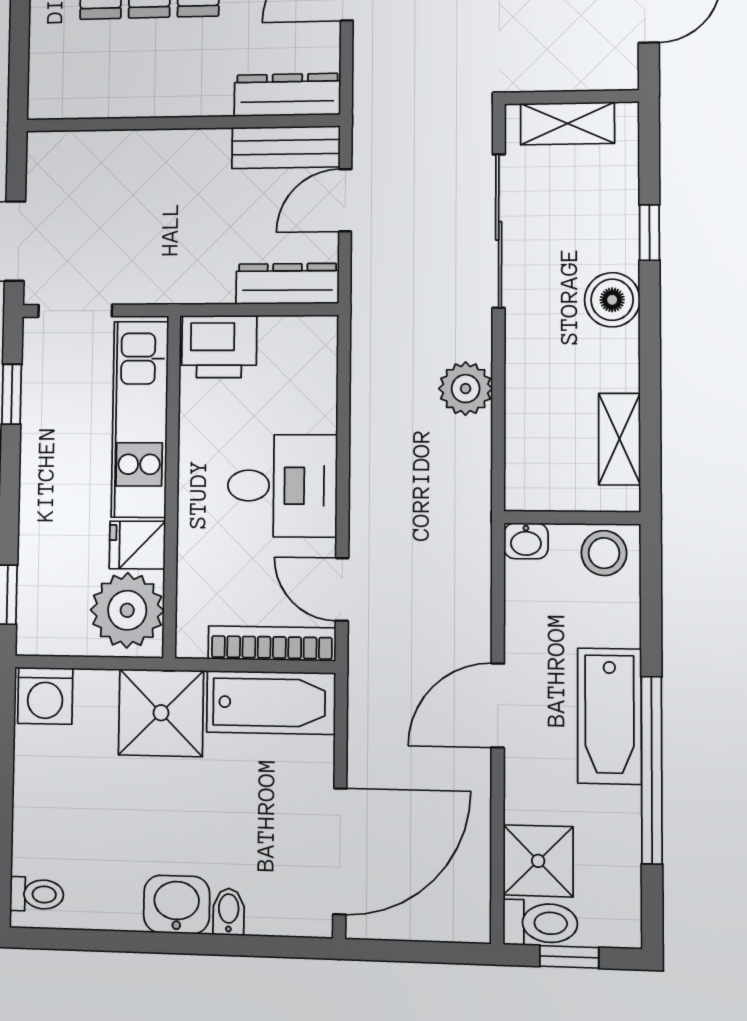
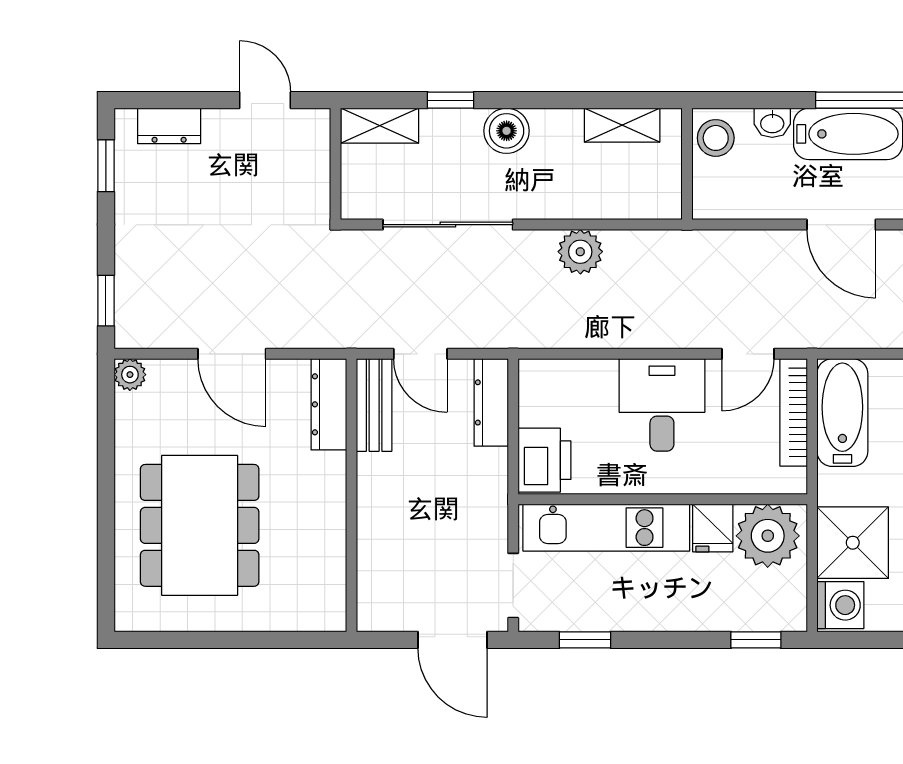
shelving: (567, 124) -> (380, 126), moved, turned 90
washbasin: (526, 541) -> (772, 123), moved, turned 90
shower: (161, 713) -> (853, 543), moved

